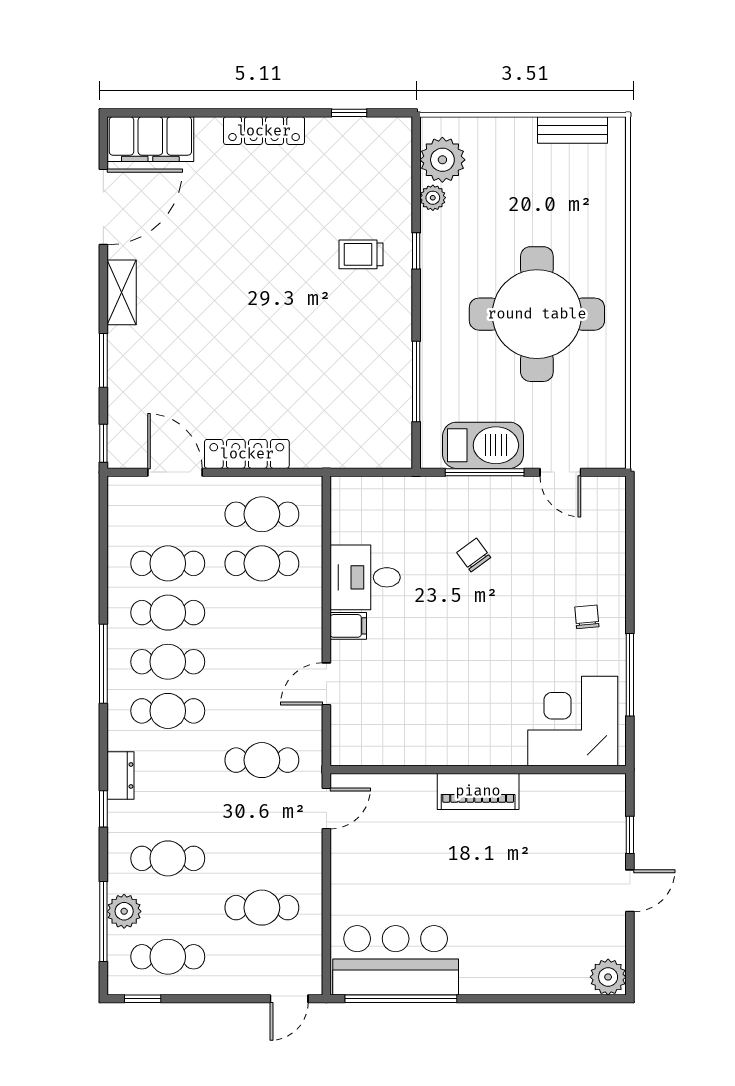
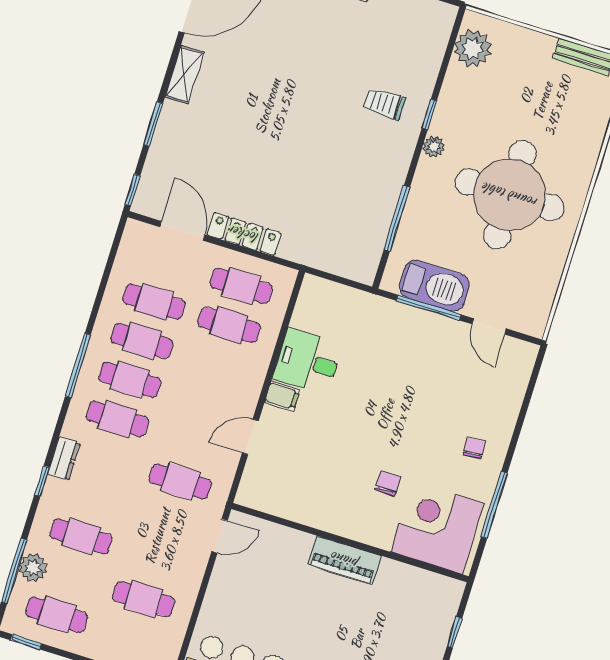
plant: (433, 198) -> (434, 147), moved
chair: (474, 555) -> (388, 483), moved, turned 36

